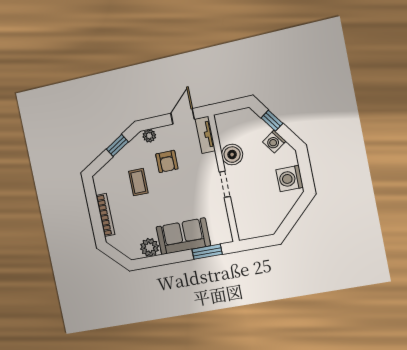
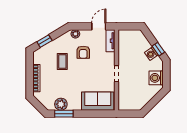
window: (272, 121) -> (158, 49), moved
window: (117, 145) -> (44, 41), moved
boiler: (232, 155) -> (125, 56), removed
sofa: (183, 236) -> (98, 101), moved
window: (207, 252) -> (64, 114), moved

